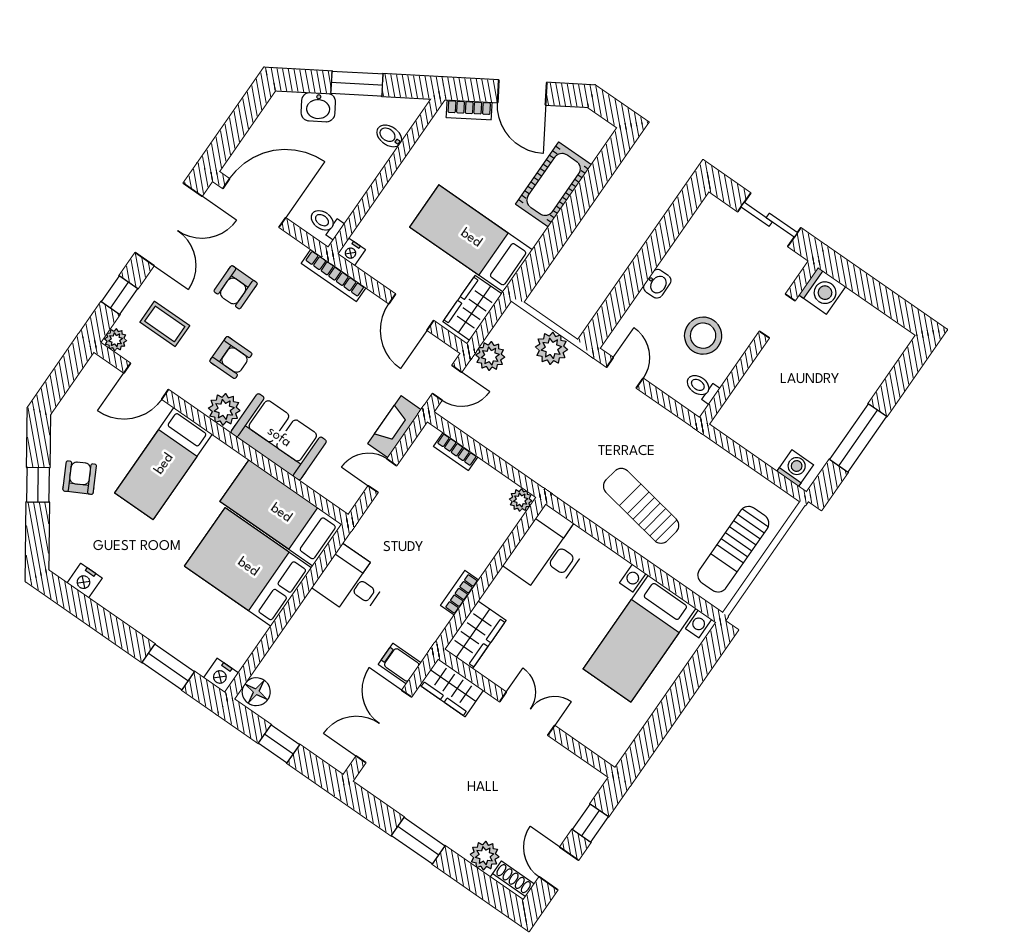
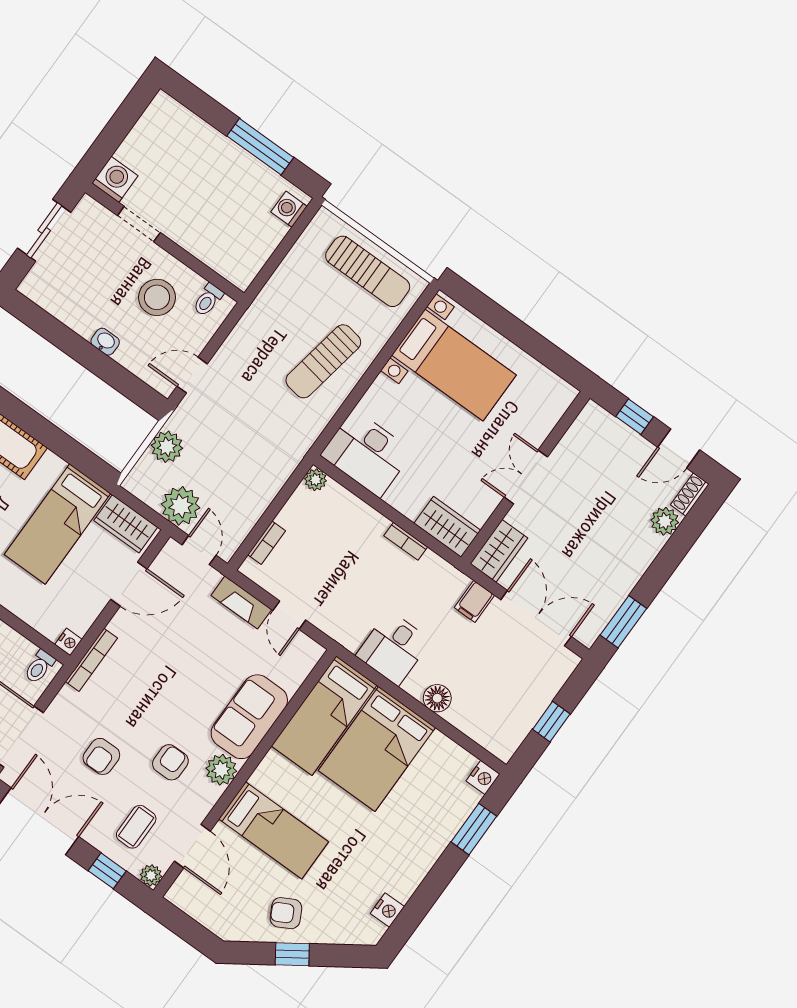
armchair: (236, 287) -> (101, 756), turned 90
plant: (490, 356) -> (181, 506), width x1.36, depth x1.36
floor lamp: (256, 692) -> (437, 698), moved
double door: (384, 727) -> (536, 618), swing flipped
window: (418, 841) -> (623, 622), moved

